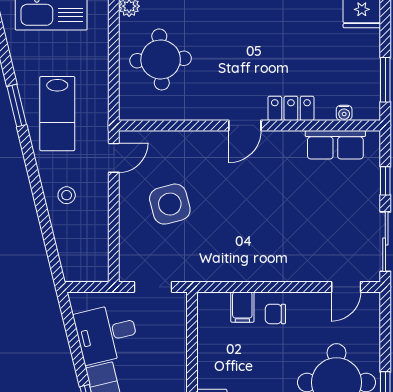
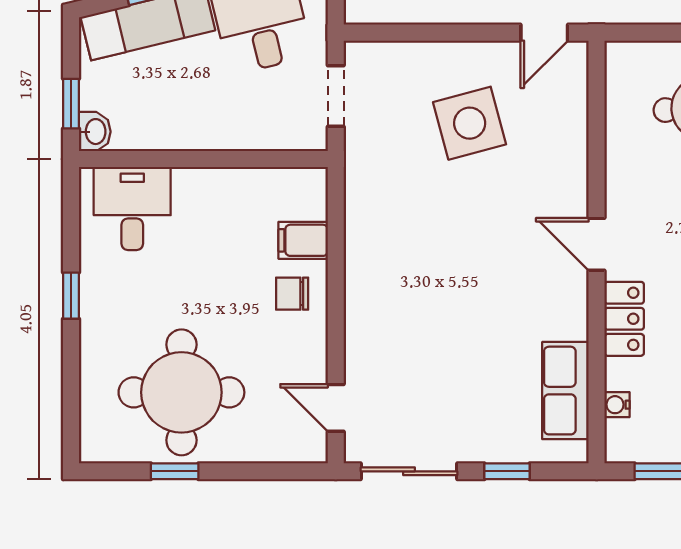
door: (114, 158) -> (544, 33), hinge flipped
chair: (275, 314) -> (292, 294), turned -90

